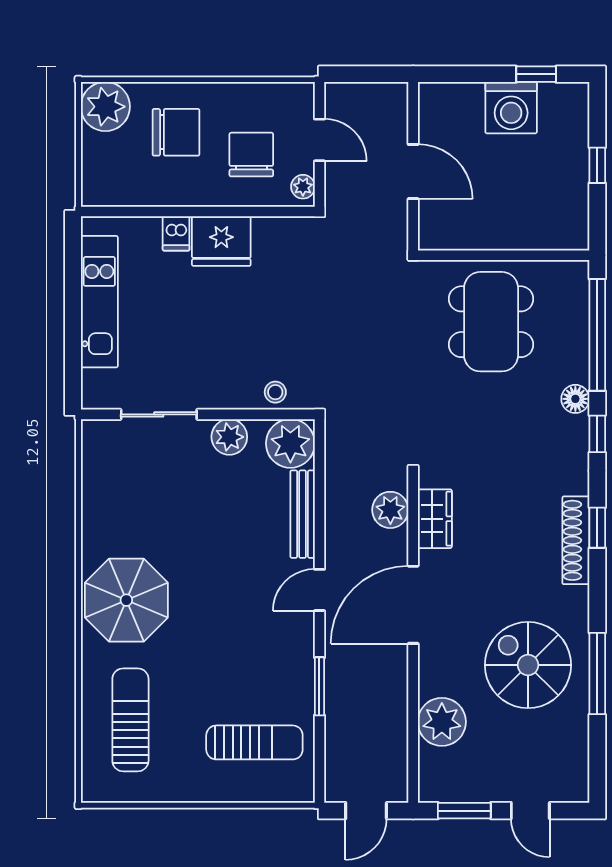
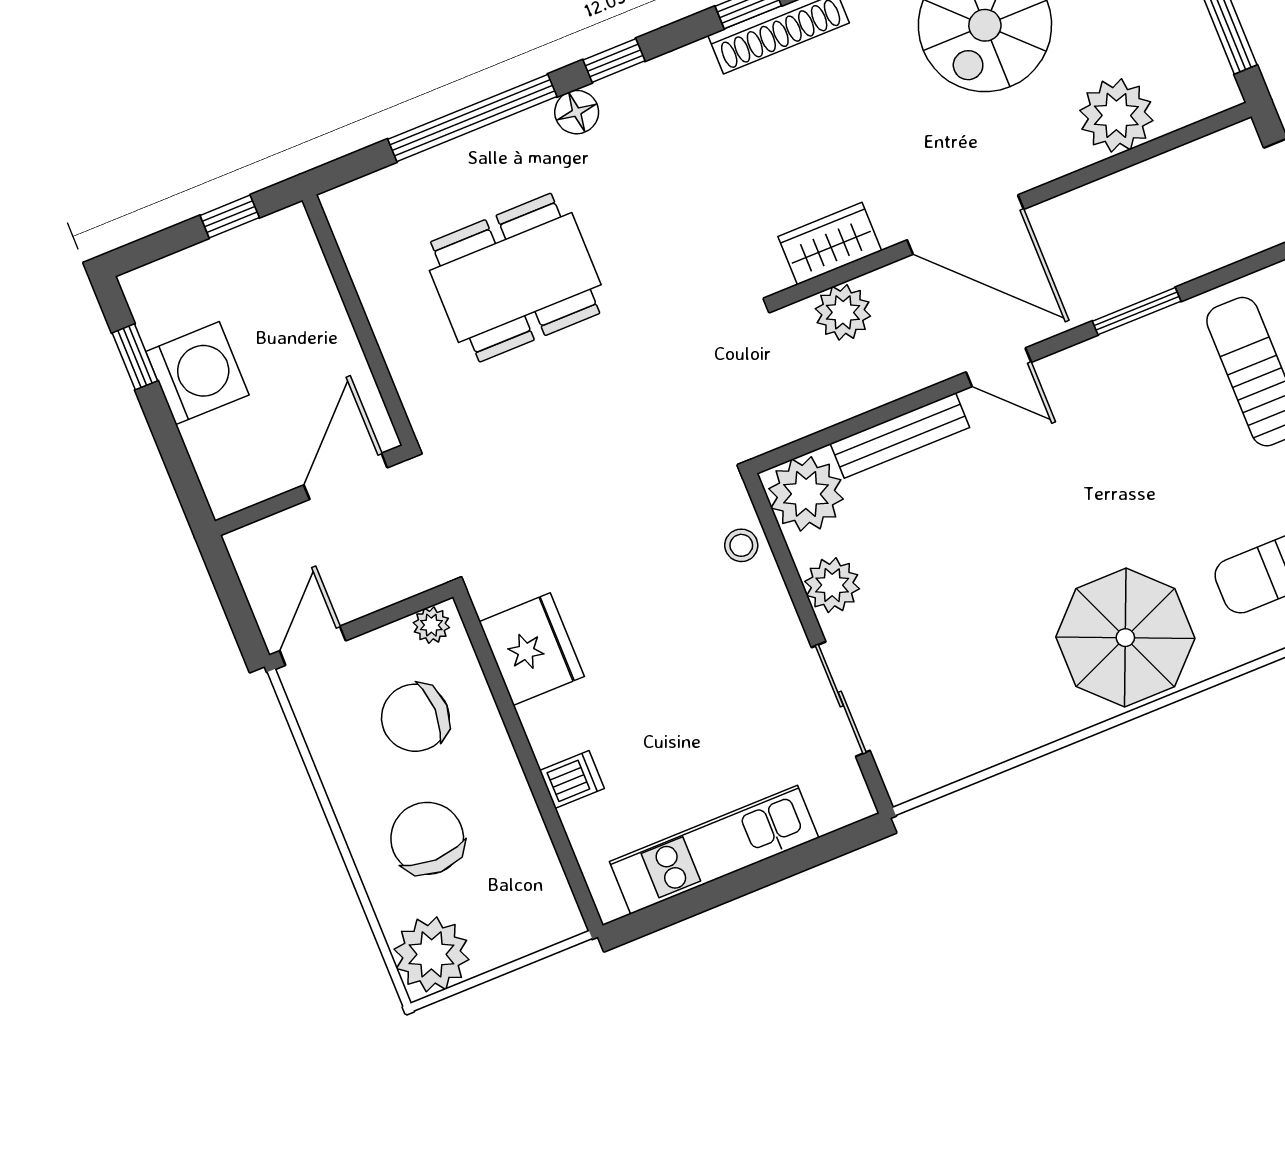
door: (319, 140) -> (313, 646), moved
fridge: (221, 241) -> (532, 649), moved
wall: (504, 255) -> (359, 320), moved

